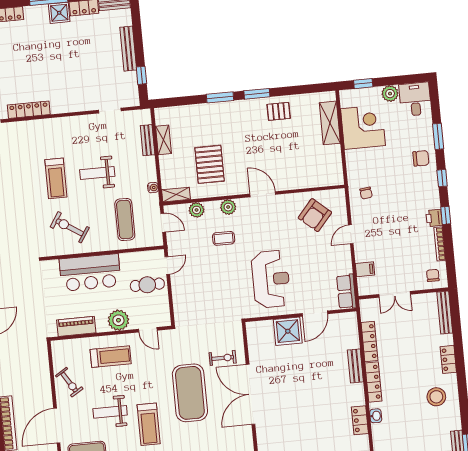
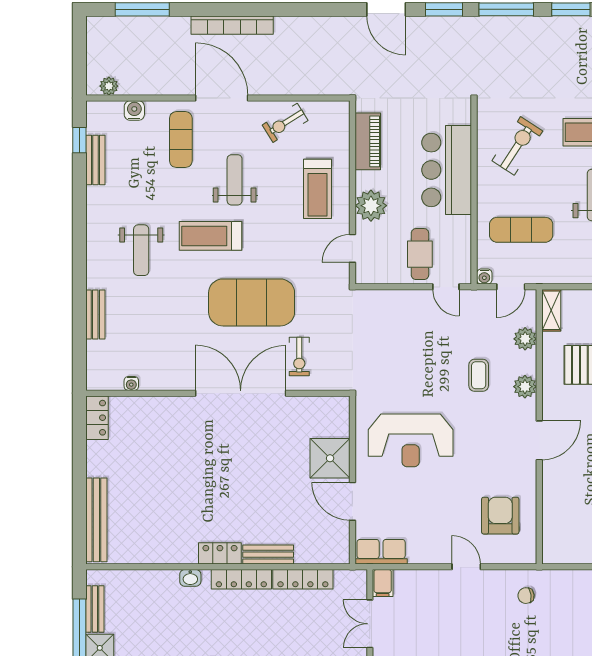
water cooler: (153, 188) -> (484, 277), moved
armchair: (315, 215) -> (500, 516), turned 49
filing cabinet: (365, 269) -> (383, 583), moved
locker: (360, 420) -> (220, 553), moved

